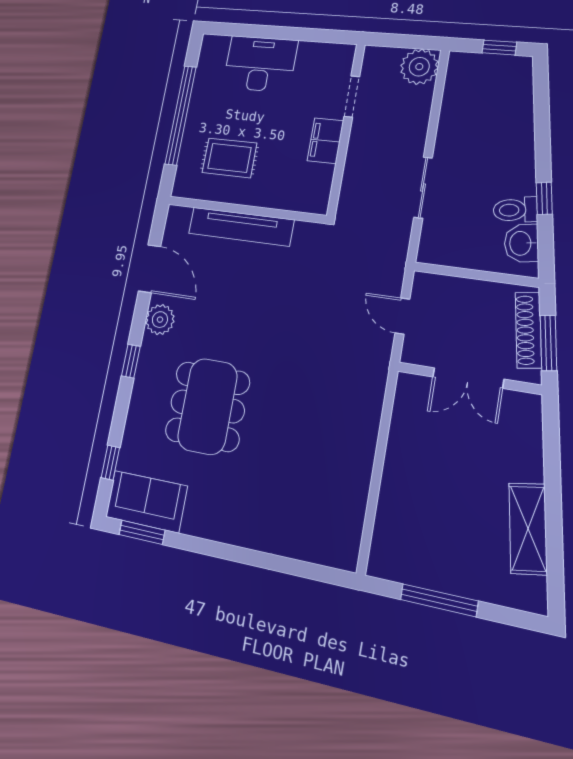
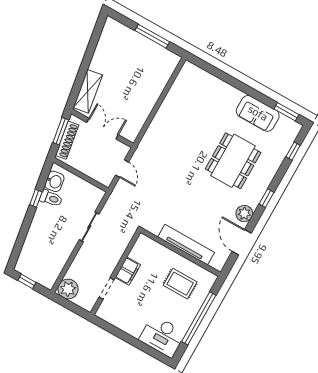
desk: (260, 64) -> (162, 336), moved
sofa: (146, 502) -> (258, 113), moved
shelving: (528, 529) -> (88, 91), moved

